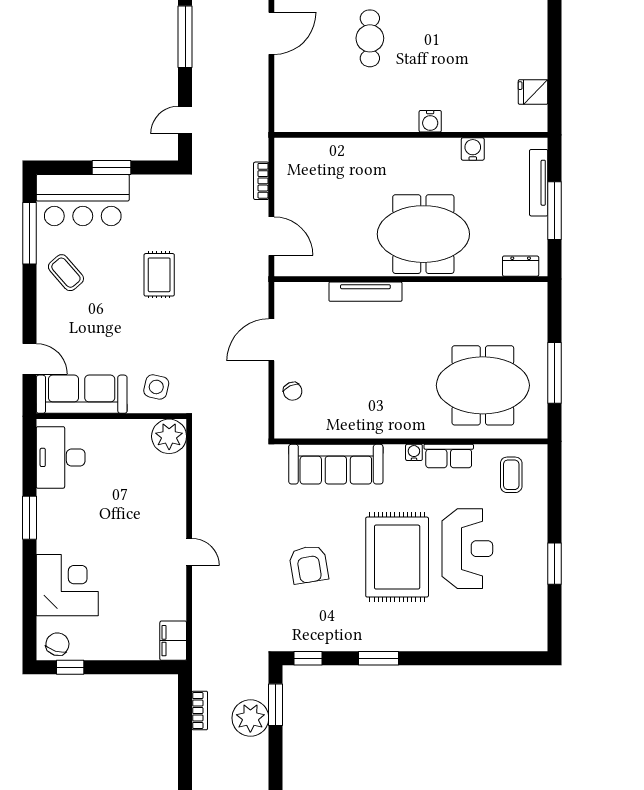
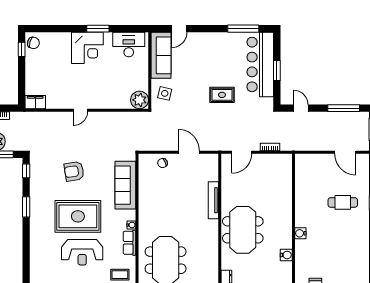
bar counter: (83, 200) -> (260, 64), width x1.36
coffee table: (66, 273) -> (223, 47), removed
corner desk: (67, 585) -> (87, 48), moved

